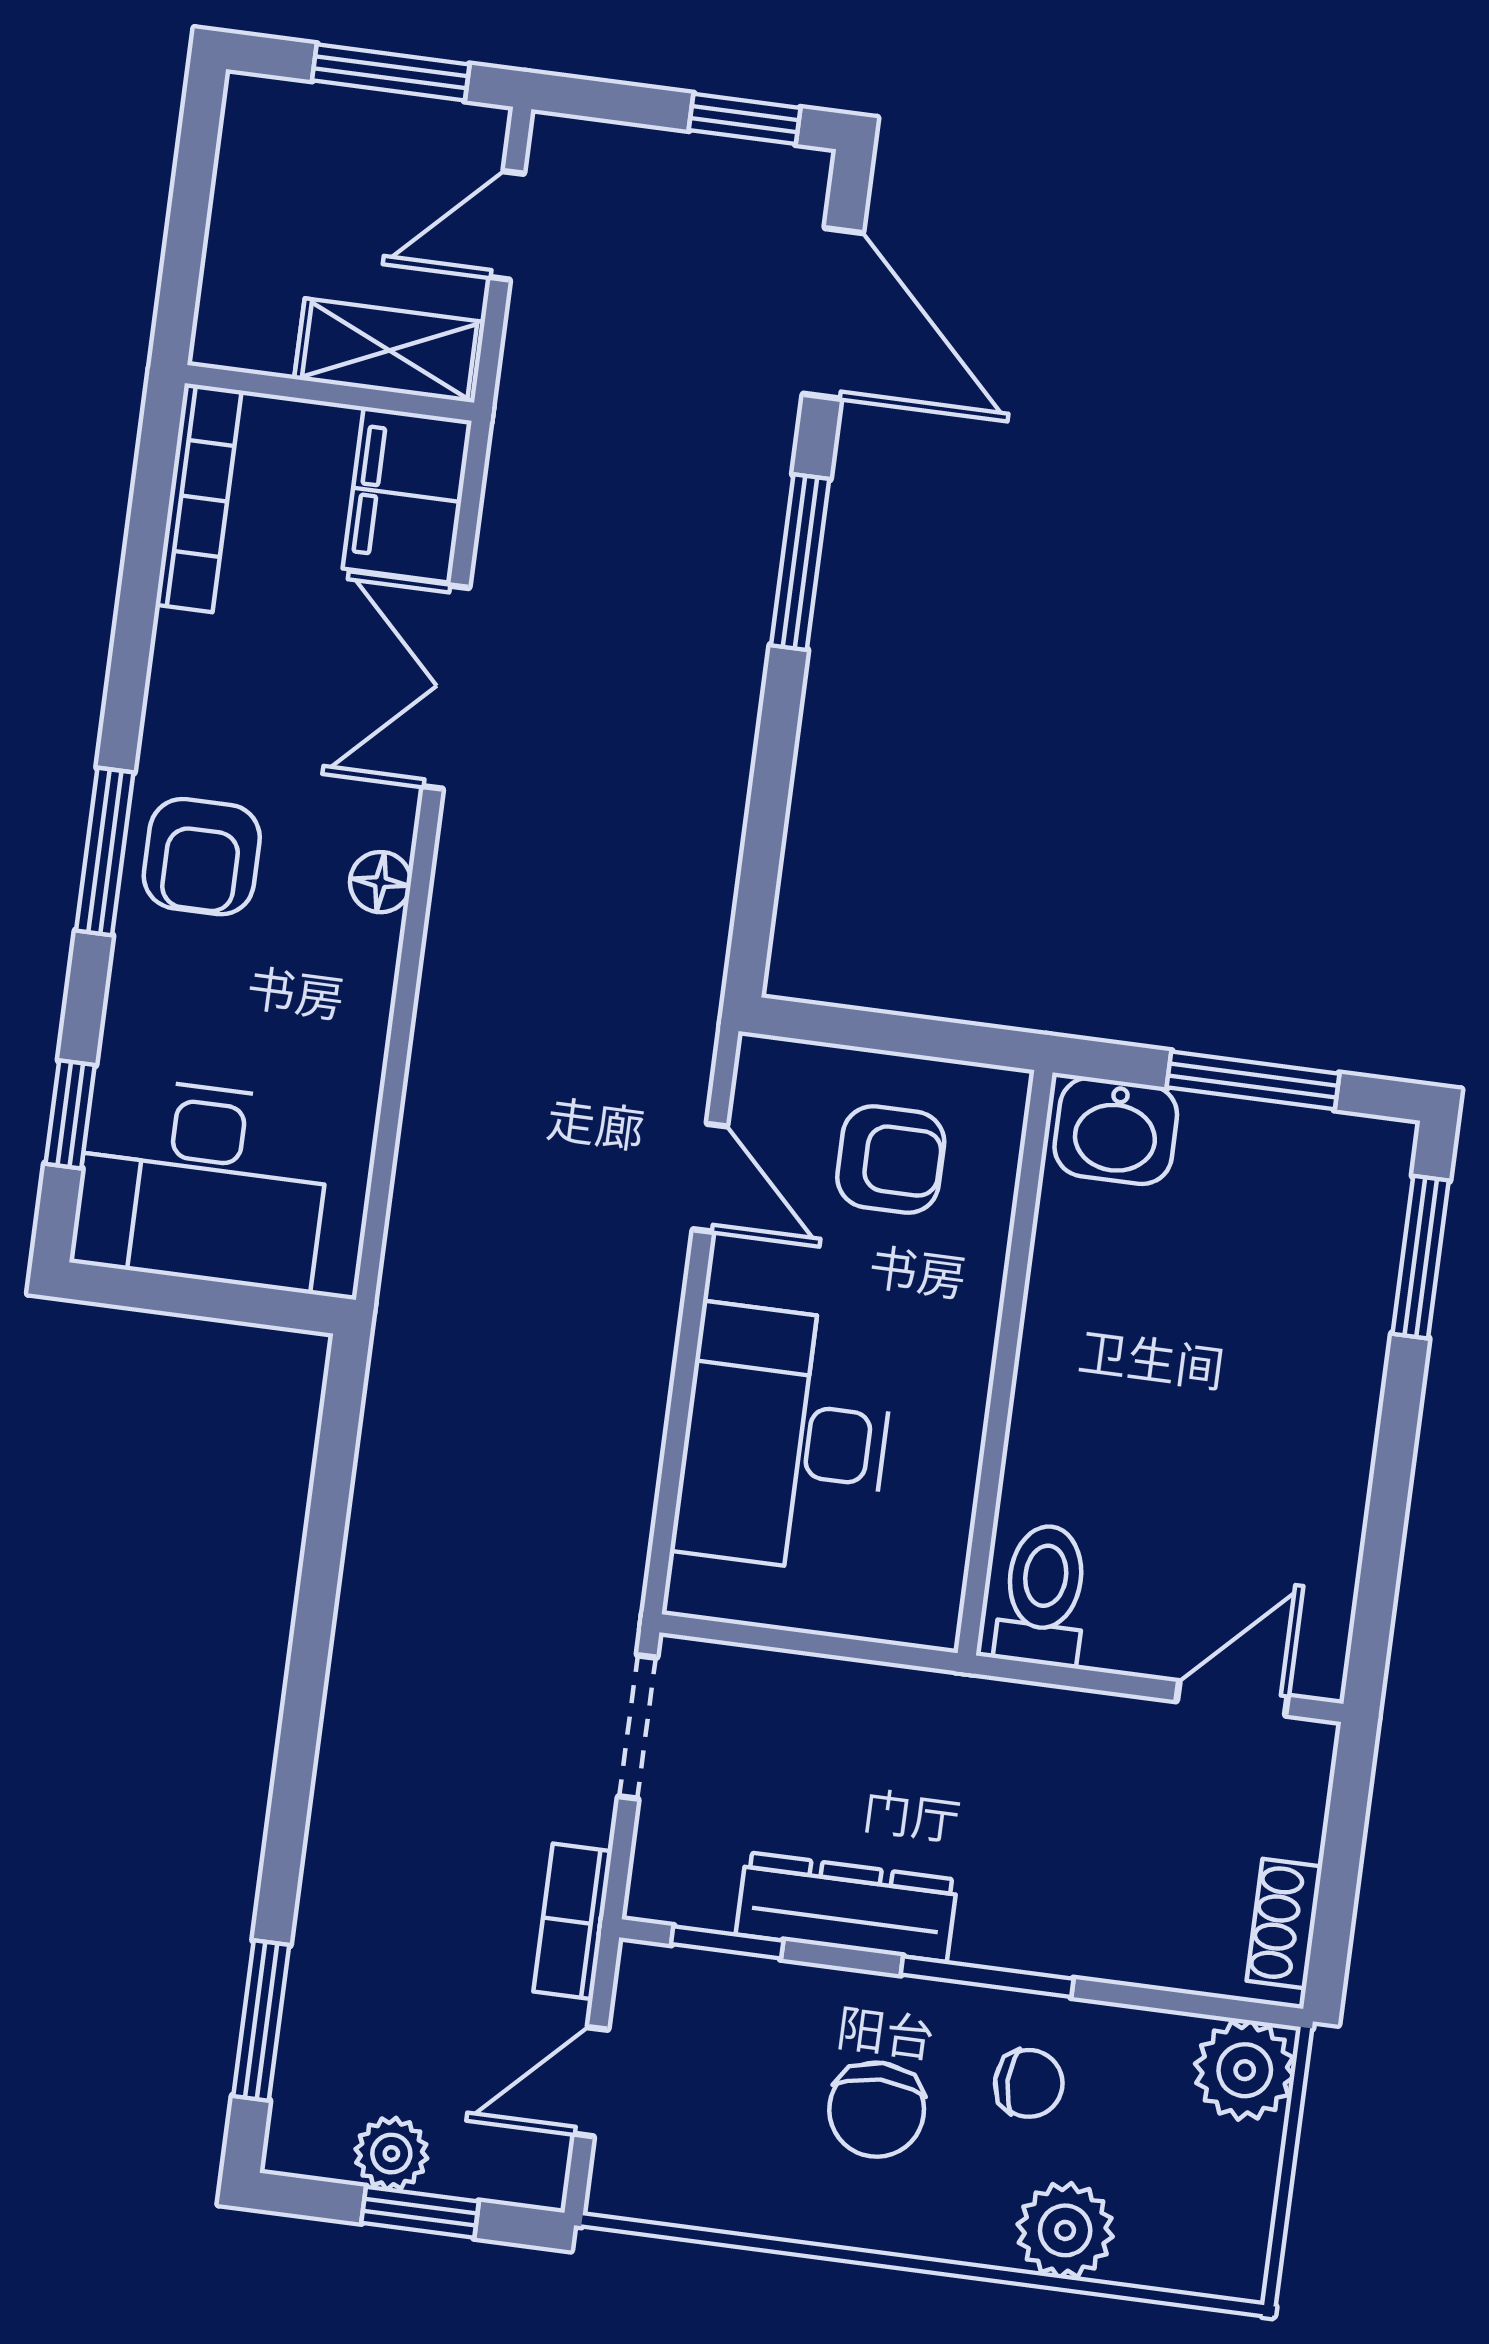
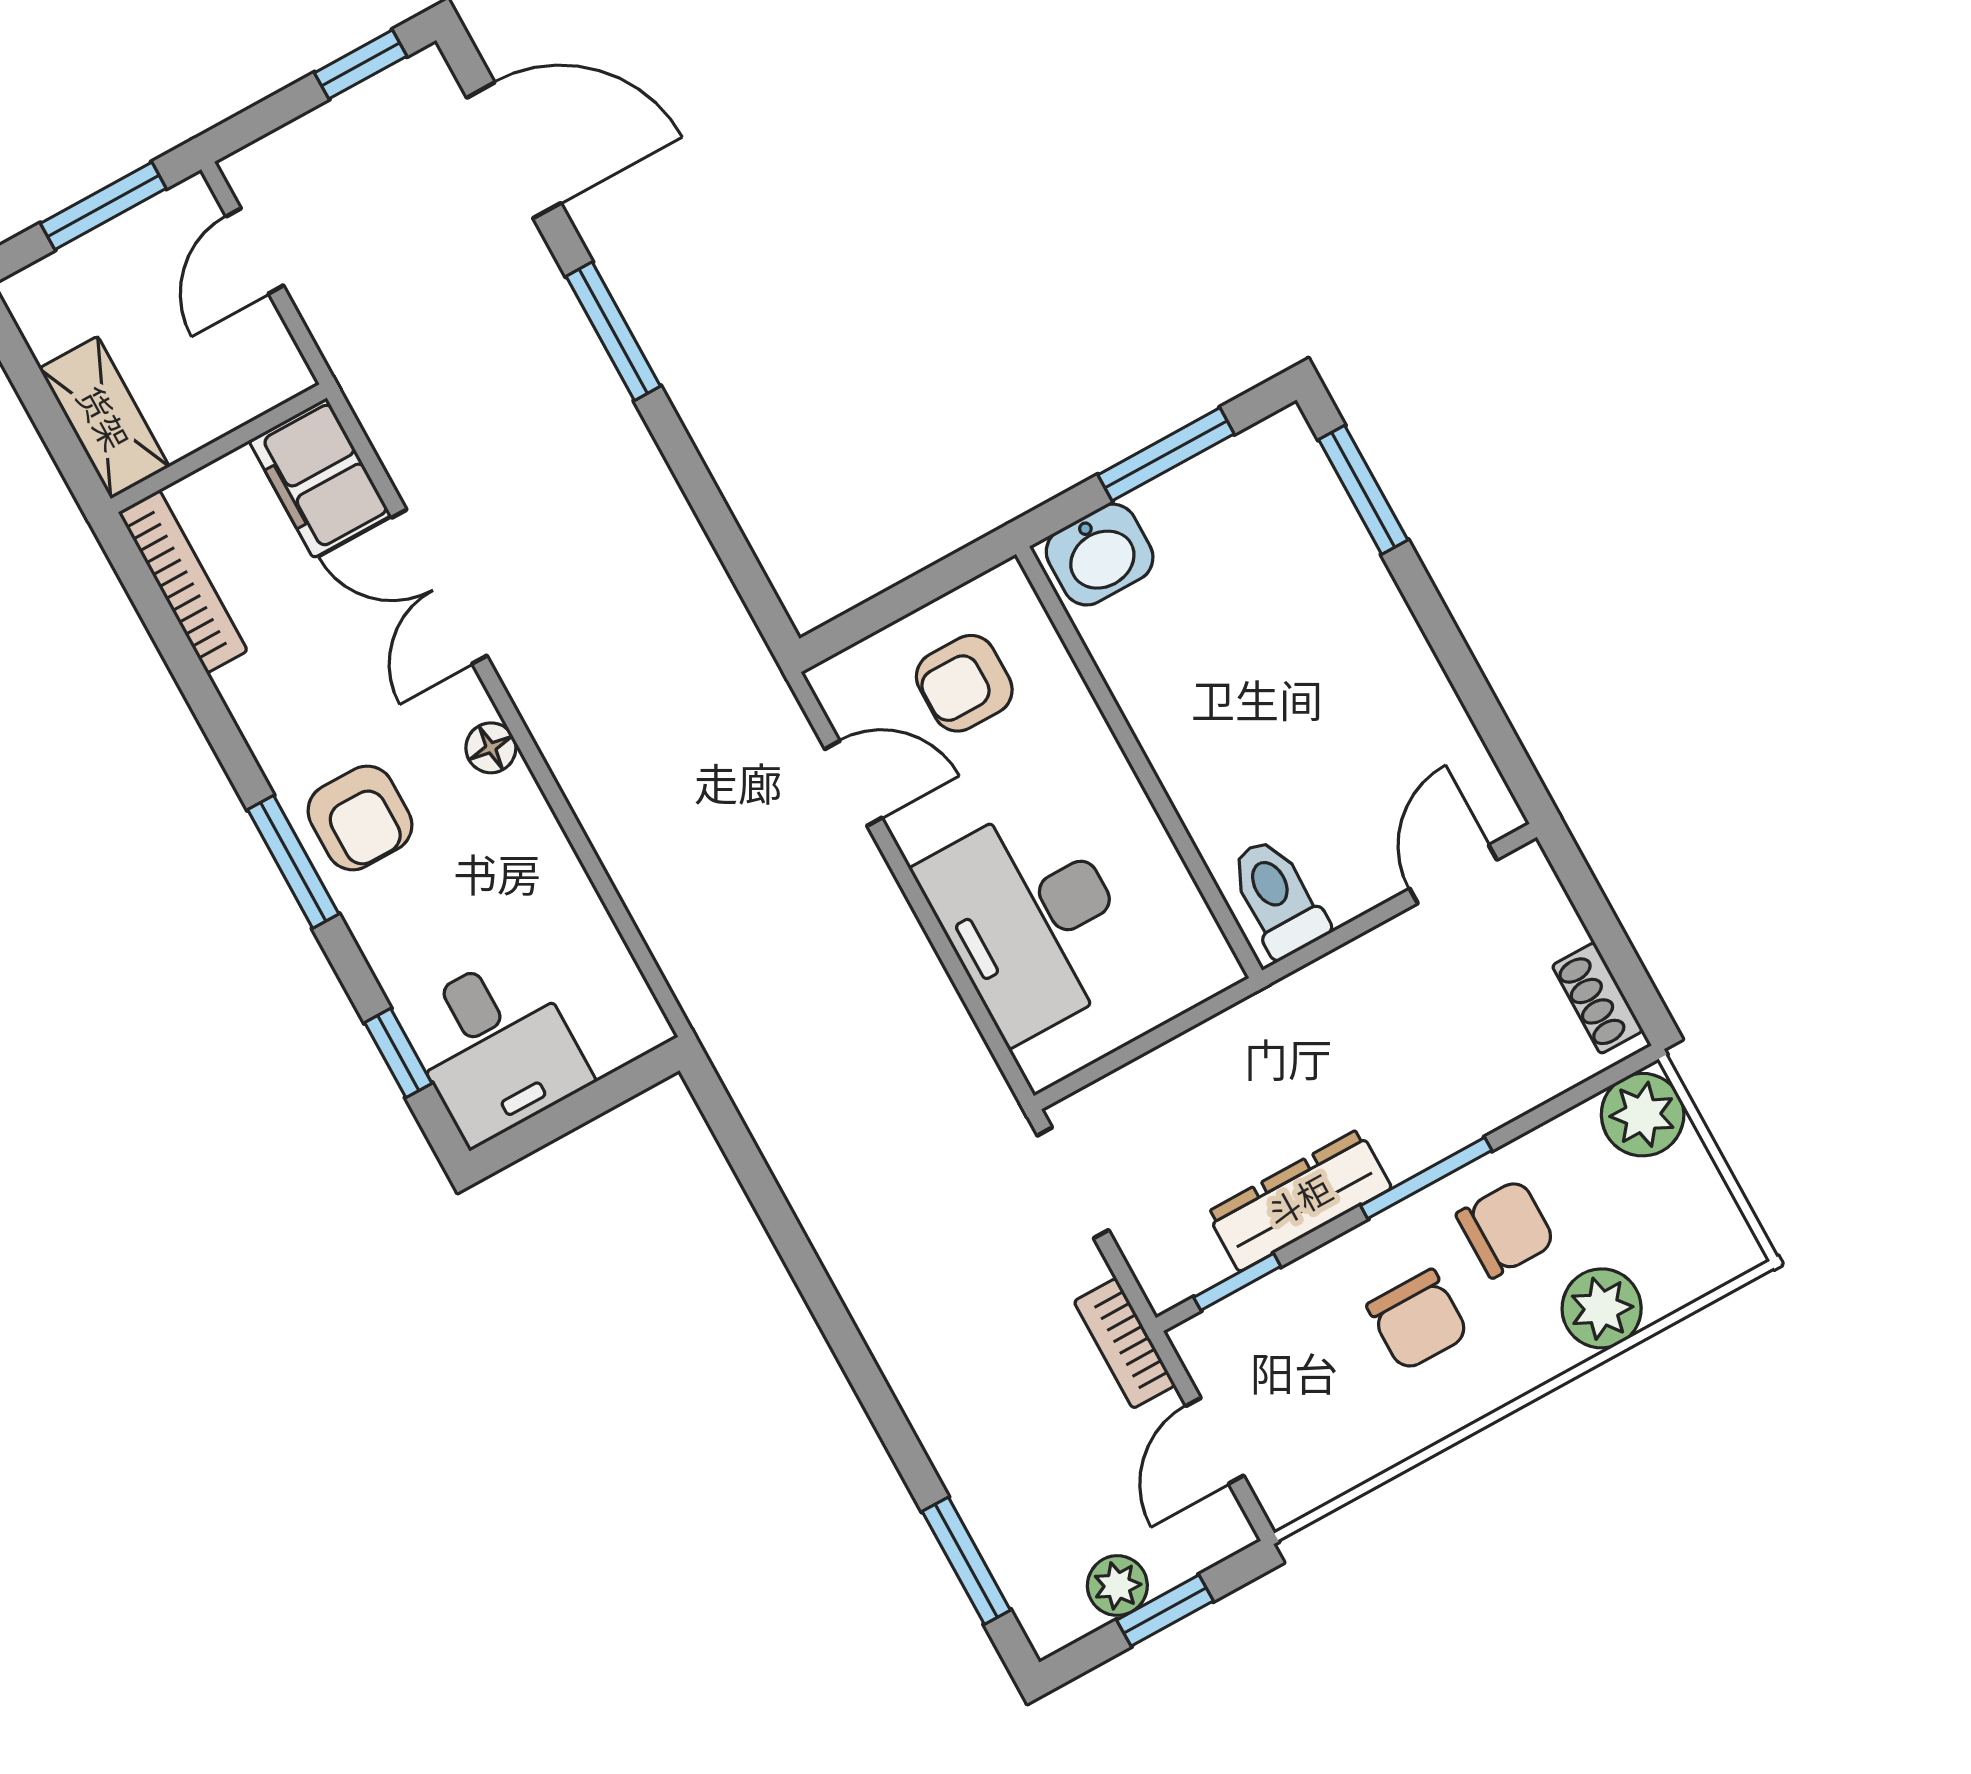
shelving: (390, 351) -> (104, 418), moved, turned 90
armchair: (891, 1159) -> (964, 683), turned 180
desk: (202, 1184) -> (495, 1048), width x0.73
chair: (1029, 2083) -> (1506, 1229), width x1.37, depth x1.37

